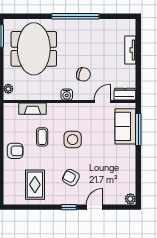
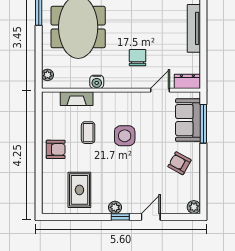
tv unit: (130, 50) -> (194, 28), width x1.41
chair: (83, 74) -> (138, 58), turned -105
water cooler: (67, 95) -> (97, 82), moved
armchair: (71, 178) -> (179, 163), moved
plant: (65, 199) -> (115, 207), added

